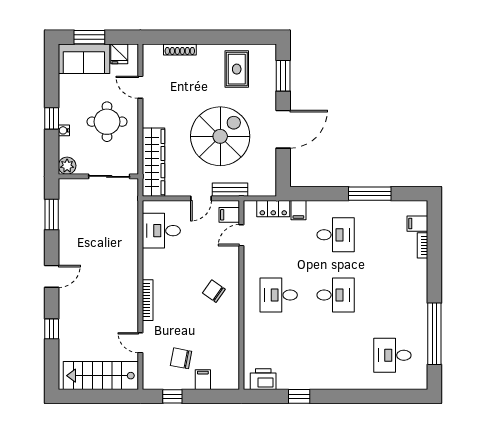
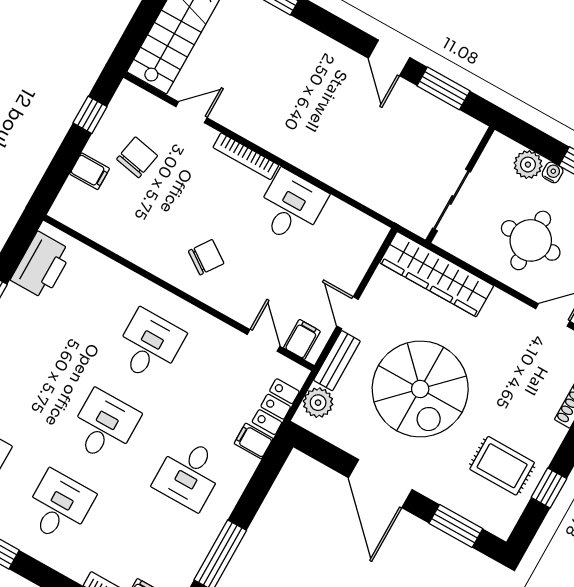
window: (235, 37) -> (549, 488), added
plant: (67, 166) -> (528, 165), moved
plant: (258, 187) -> (318, 403), added
desk: (161, 231) -> (291, 207), moved
door: (52, 276) -> (389, 58), moved
desk: (336, 295) -> (104, 426), turned 180
desk: (392, 295) -> (59, 507), added
printer: (263, 379) -> (41, 265), width x1.37, depth x1.19

